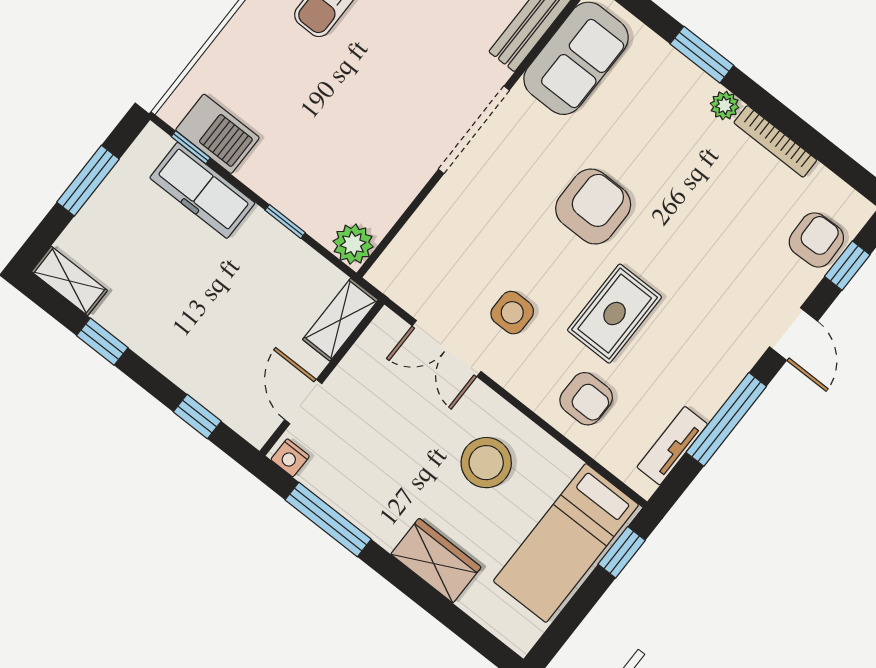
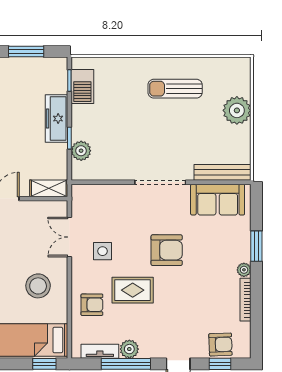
freezer: (202, 190) -> (57, 119), moved
plant: (353, 244) -> (81, 151), moved
plant: (707, 395) -> (129, 349), added
armchair: (586, 399) -> (92, 305), turned -90

